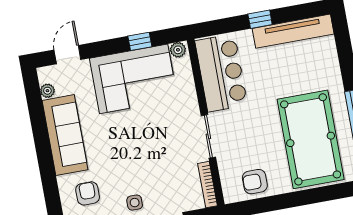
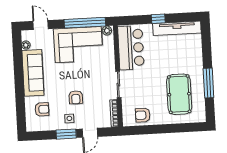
window: (140, 41) -> (85, 23), width x3.17
door: (67, 55) -> (41, 25), hinge flipped
pool table: (311, 139) -> (179, 94), width x0.73, depth x0.76
armchair: (141, 166) -> (76, 97), added
armchair: (88, 193) -> (42, 109), turned 90

